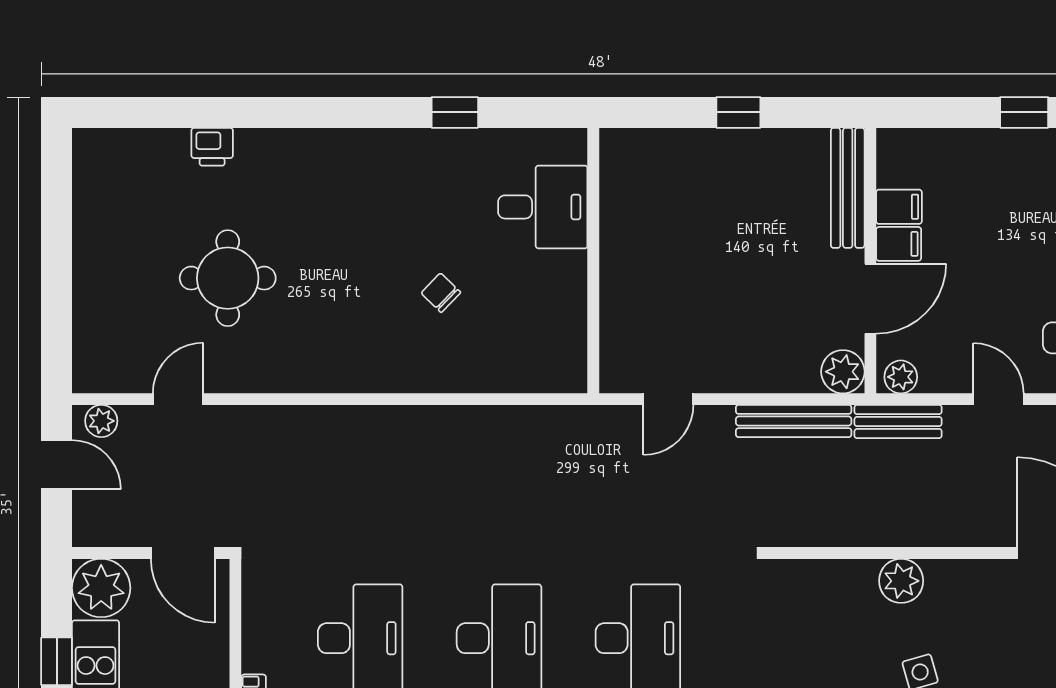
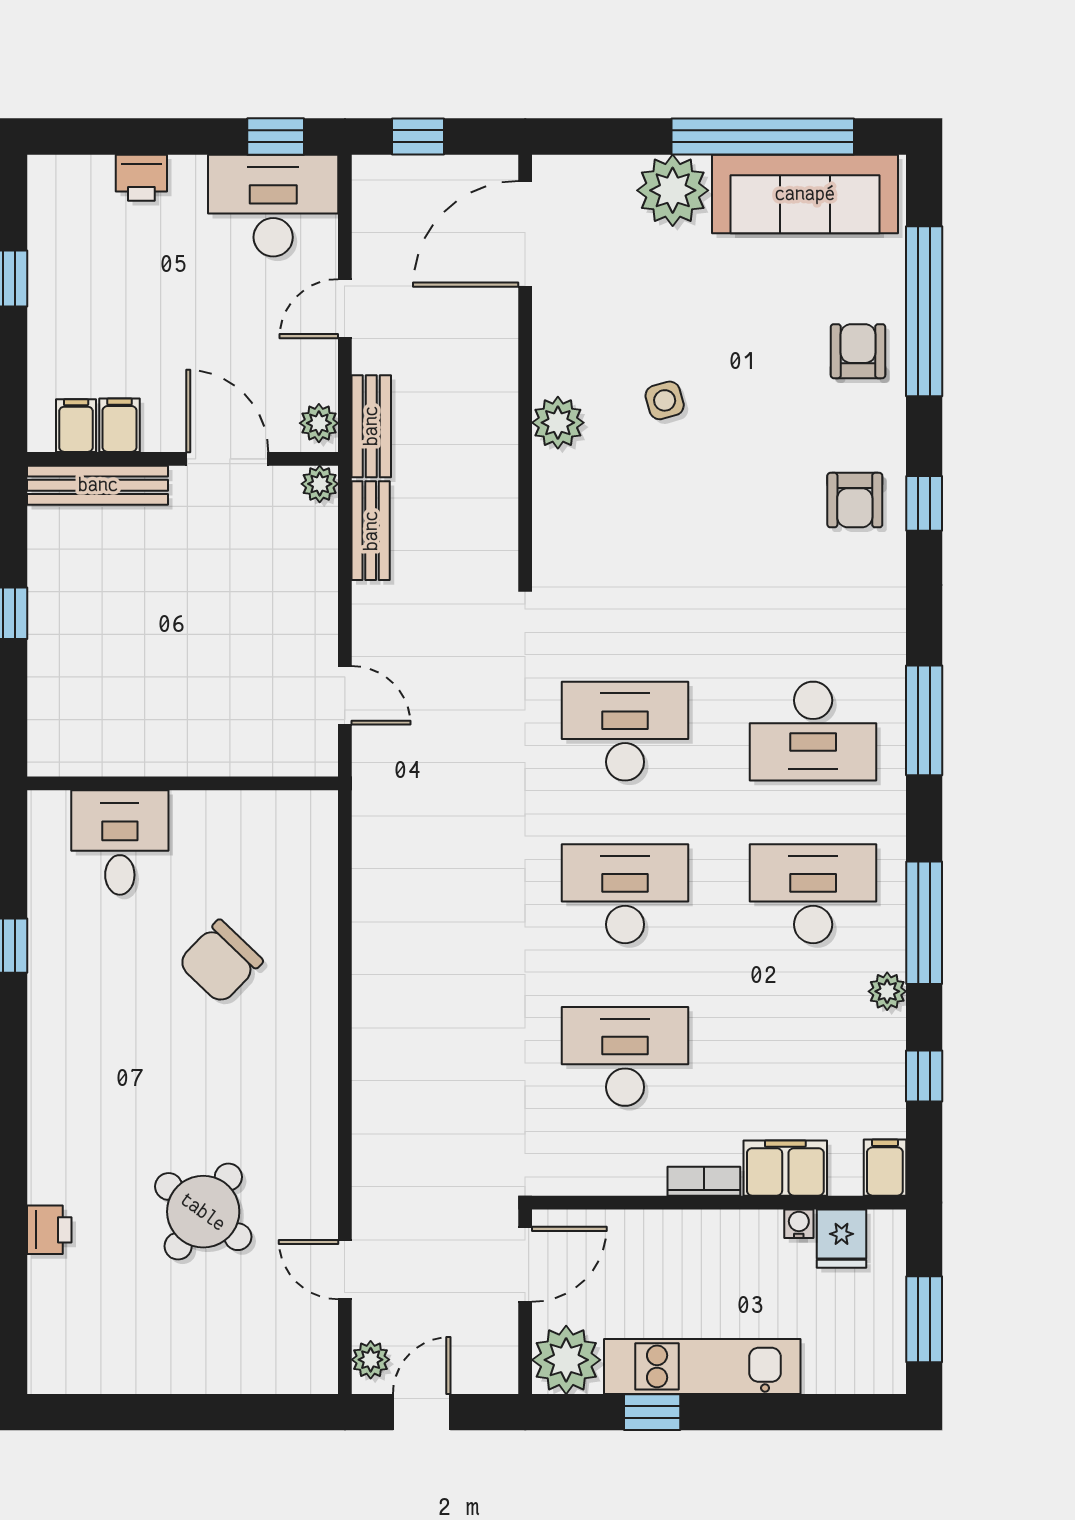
filing cabinet: (899, 244) -> (76, 426), moved
round table: (228, 278) -> (203, 1212), turned 36
chair: (441, 293) -> (220, 962), width x1.87, depth x1.87
plant: (843, 372) -> (320, 484), width x0.73, depth x0.73
bench: (794, 421) -> (371, 531), width x0.73

